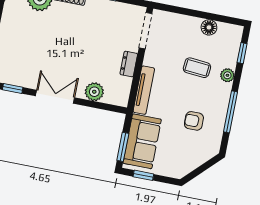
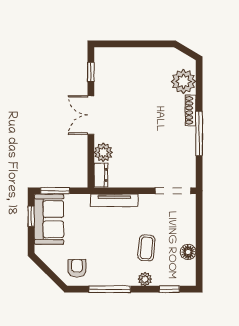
dresser: (129, 64) -> (101, 175), moved, turned 90
double door: (55, 97) -> (91, 115), swing flipped
armchair: (194, 121) -> (77, 268), moved
sofa: (142, 141) -> (49, 219), moved, turned -90

